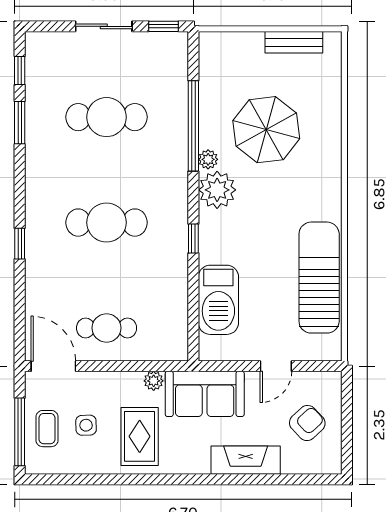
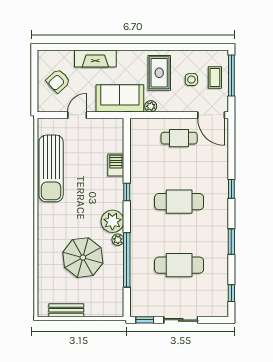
window: (20, 123) -> (231, 242), moved
barbecue: (218, 300) -> (116, 165), width x0.53, depth x0.65

